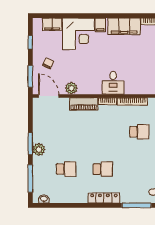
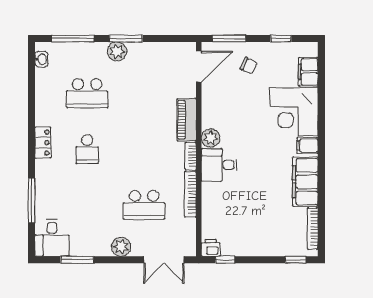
plant: (71, 88) -> (211, 138), moved
school desk: (139, 132) -> (144, 205), width x1.85
school desk: (66, 169) -> (87, 93), width x1.85
locker: (104, 198) -> (43, 143), width x0.66

